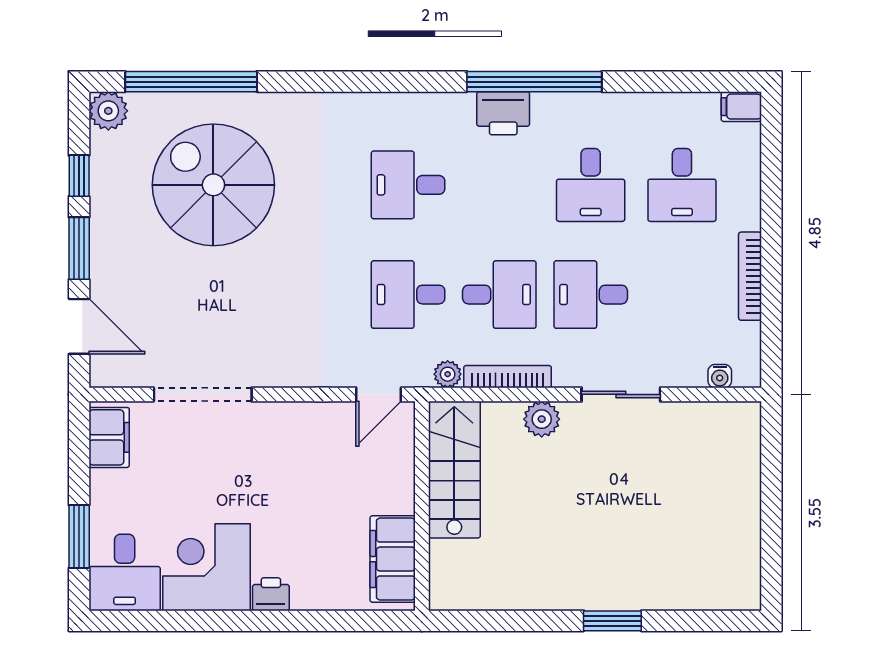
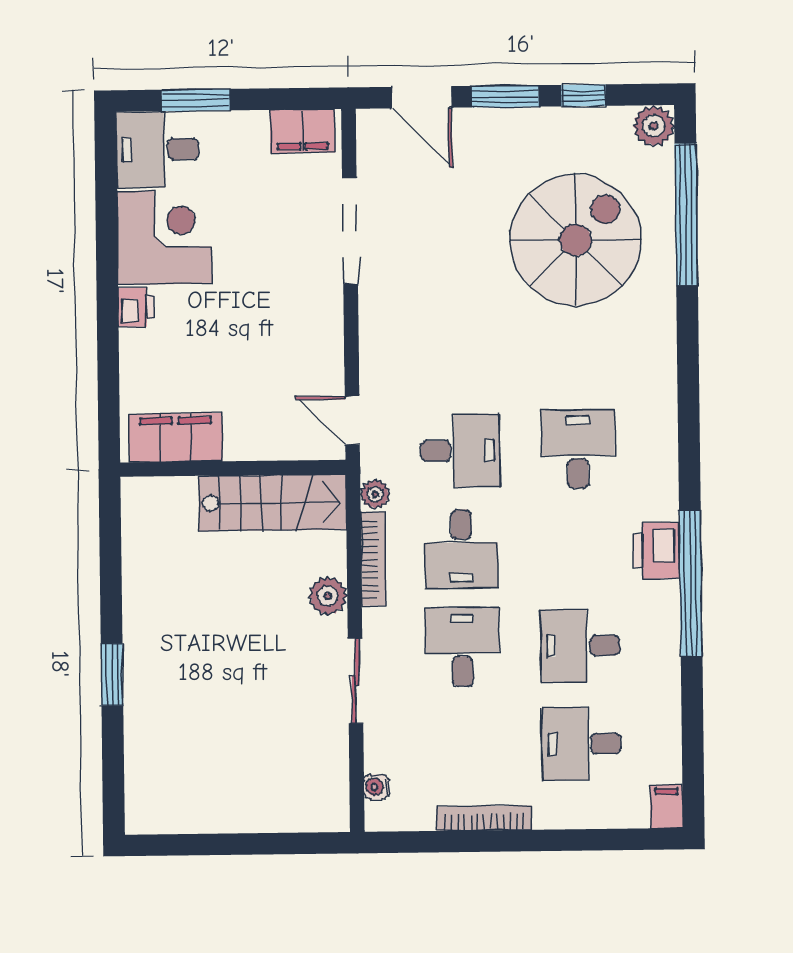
desk: (408, 295) -> (460, 451), turned 90
door: (79, 326) -> (422, 97), hinge flipped

